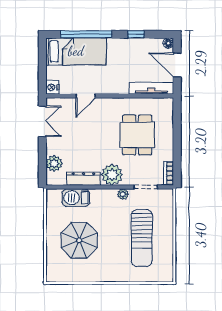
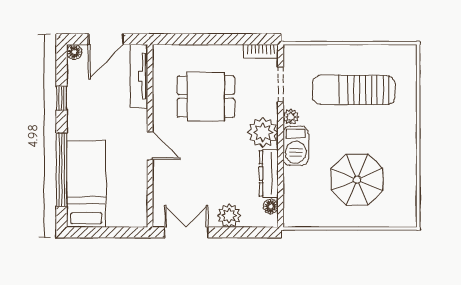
nightstand: (52, 87) -> (138, 218), removed
door: (86, 96) -> (150, 146), moved
plant: (54, 163) -> (229, 216), moved
floor lamp: (60, 180) -> (271, 206), added
barbecue: (76, 198) -> (296, 146), moved
sun lounger: (142, 238) -> (354, 90), turned 180

